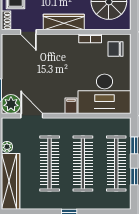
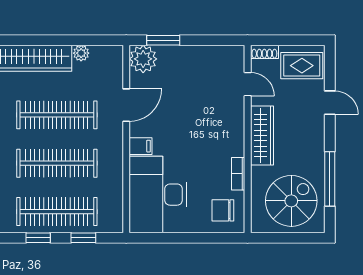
door: (28, 32) -> (248, 84), swing flipped
chair: (115, 49) -> (223, 210), turned -90
door: (32, 116) -> (126, 105), moved

